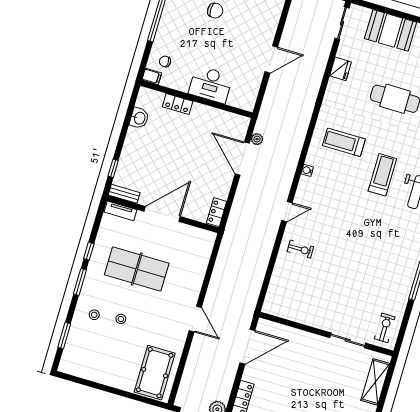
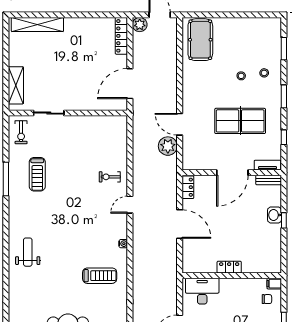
desk: (211, 84) -> (202, 291), moved
locker: (178, 104) -> (229, 267), moved
washbasin: (139, 118) -> (275, 215), moved
plant: (257, 139) -> (168, 146), moved, width x1.88, depth x1.88
door: (242, 159) -> (180, 224), moved
window: (113, 168) -> (284, 220), moved
treadmill: (382, 175) -> (37, 174), moved
window: (89, 251) -> (284, 137), moved
door: (195, 319) -> (180, 124), moved

